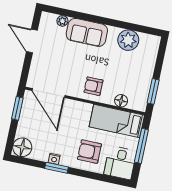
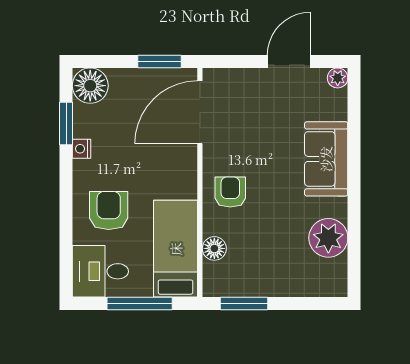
plant: (62, 21) -> (338, 78), moved
window: (56, 168) -> (66, 123), moved

